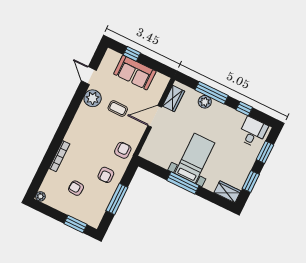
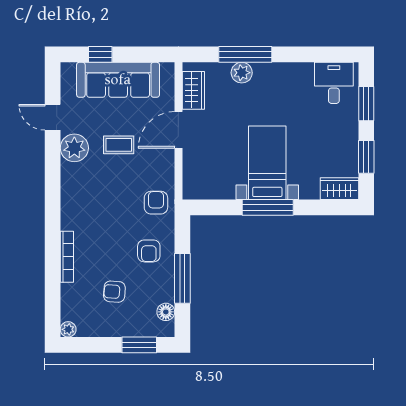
sofa: (135, 73) -> (118, 80), width x1.36
window: (244, 109) -> (305, 54), removed
floor lamp: (99, 213) -> (166, 312), added

